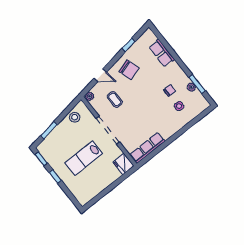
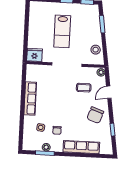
row of seats: (162, 53) -> (81, 147), width x1.48
chair: (129, 70) -> (95, 115), turned -54
row of seats: (147, 148) -> (30, 98), moved
lab bench: (84, 158) -> (62, 31), turned 180

